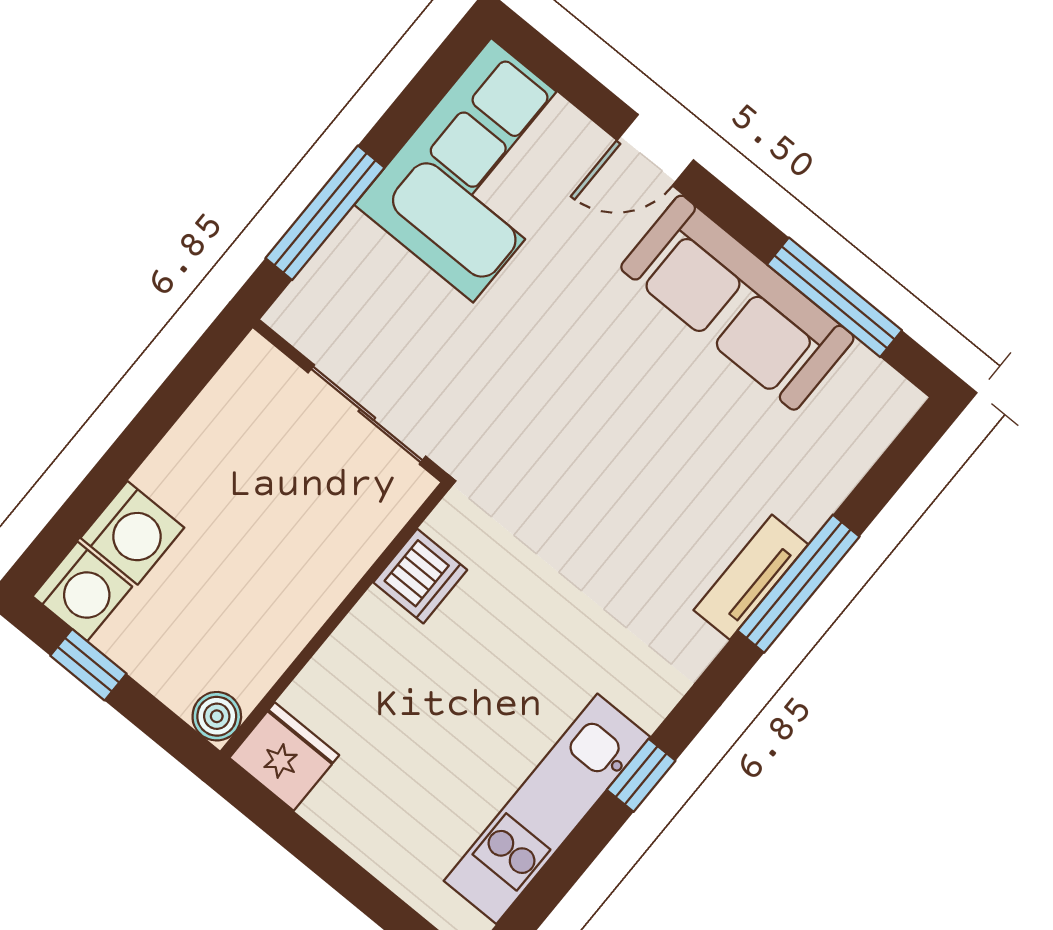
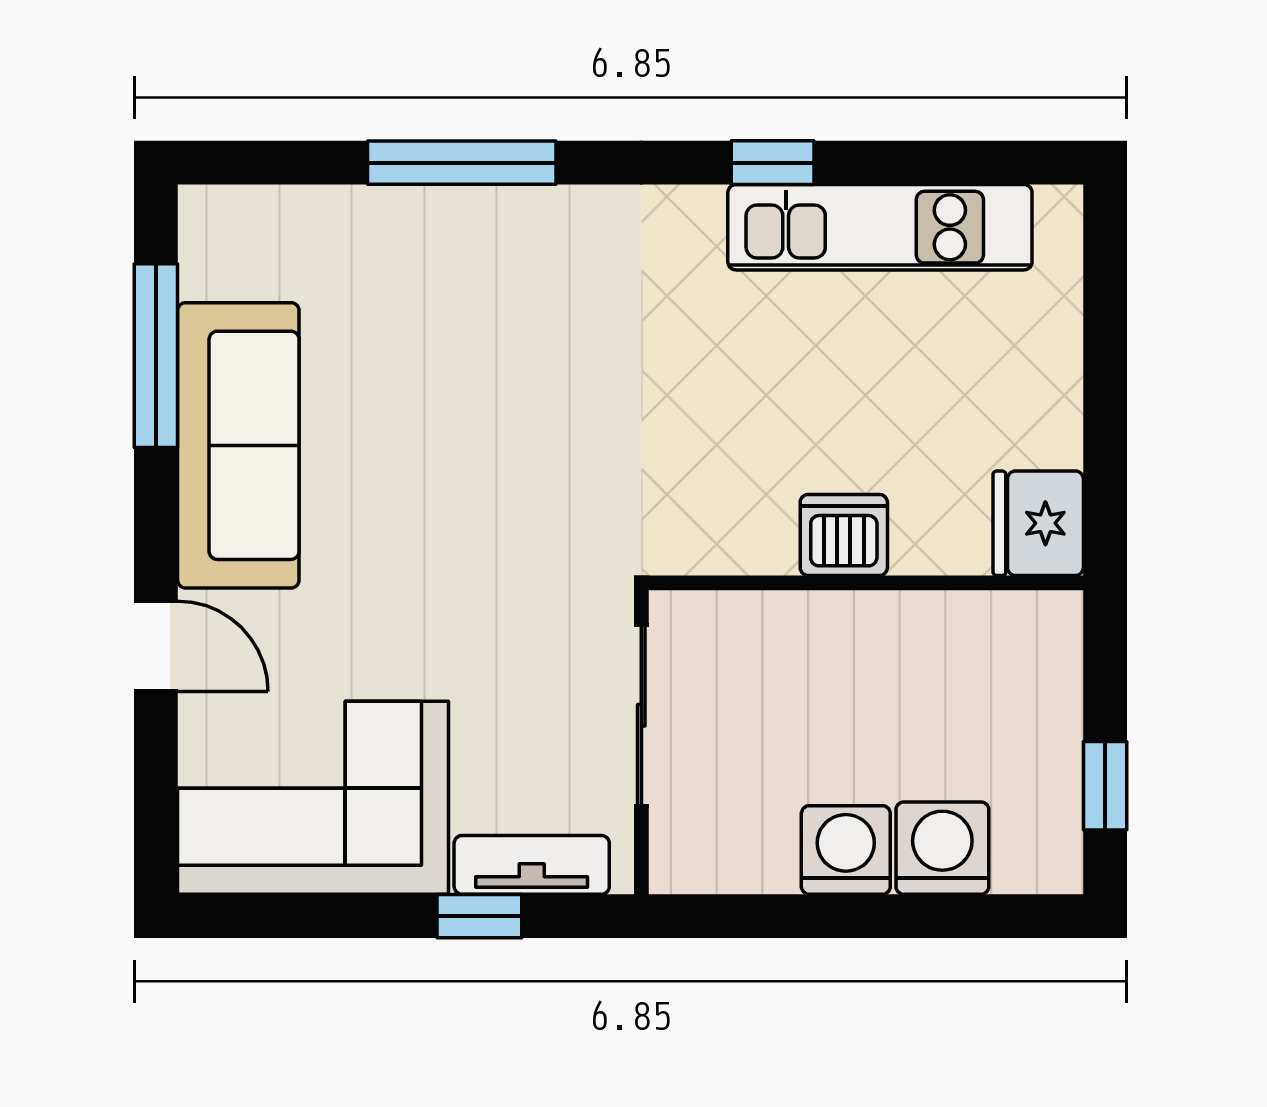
window: (325, 213) -> (479, 916), width x0.46
dishwasher: (420, 576) -> (844, 535), moved
tv unit: (751, 577) -> (532, 865), moved, turned 180
washing machine: (82, 591) -> (846, 850), moved
boiler: (217, 716) -> (1053, 621), removed

